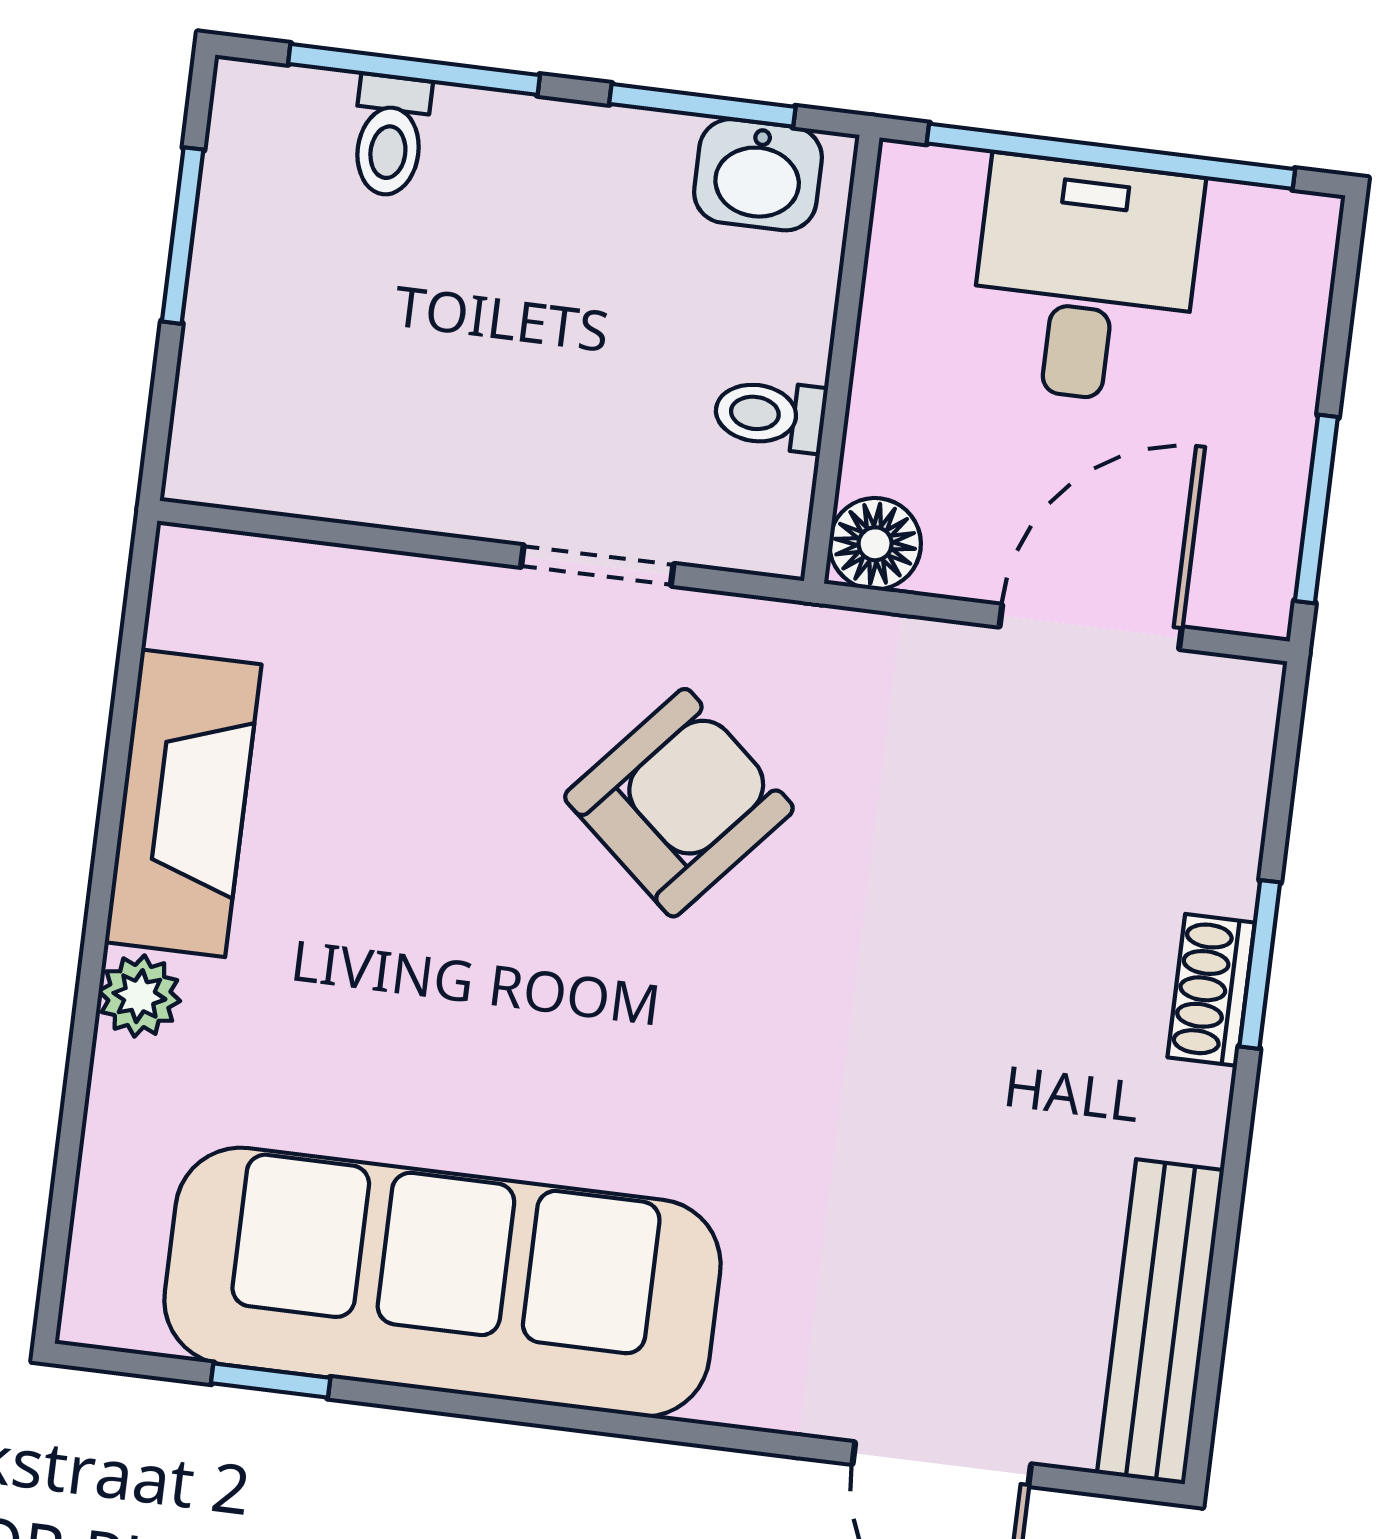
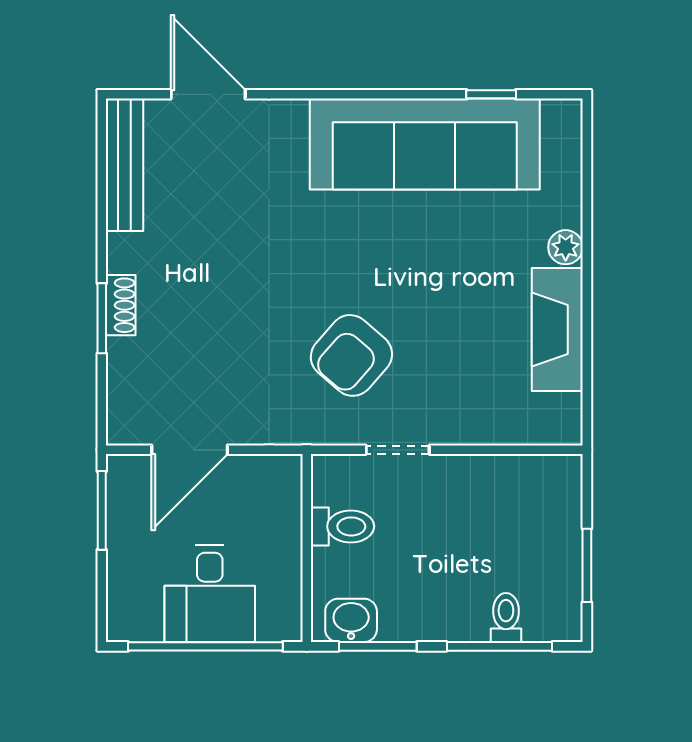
toilet: (770, 415) -> (342, 526), width x1.37, depth x1.39
floor lamp: (875, 544) -> (283, 473), removed

